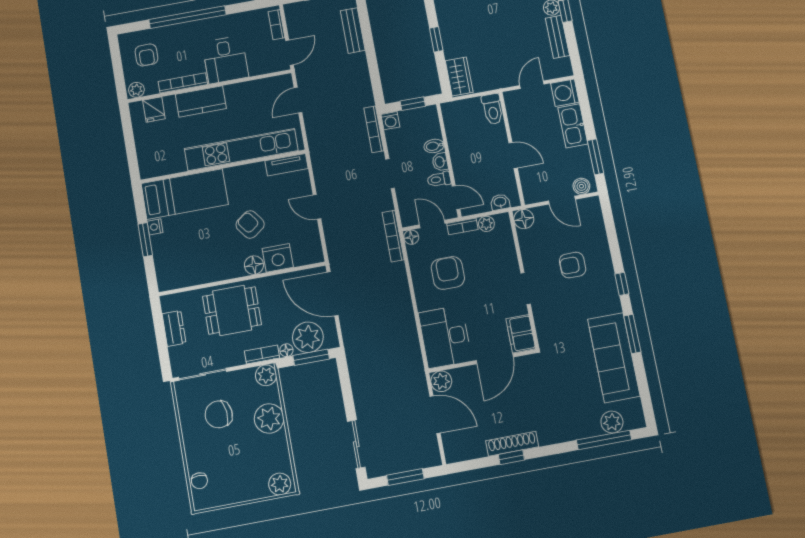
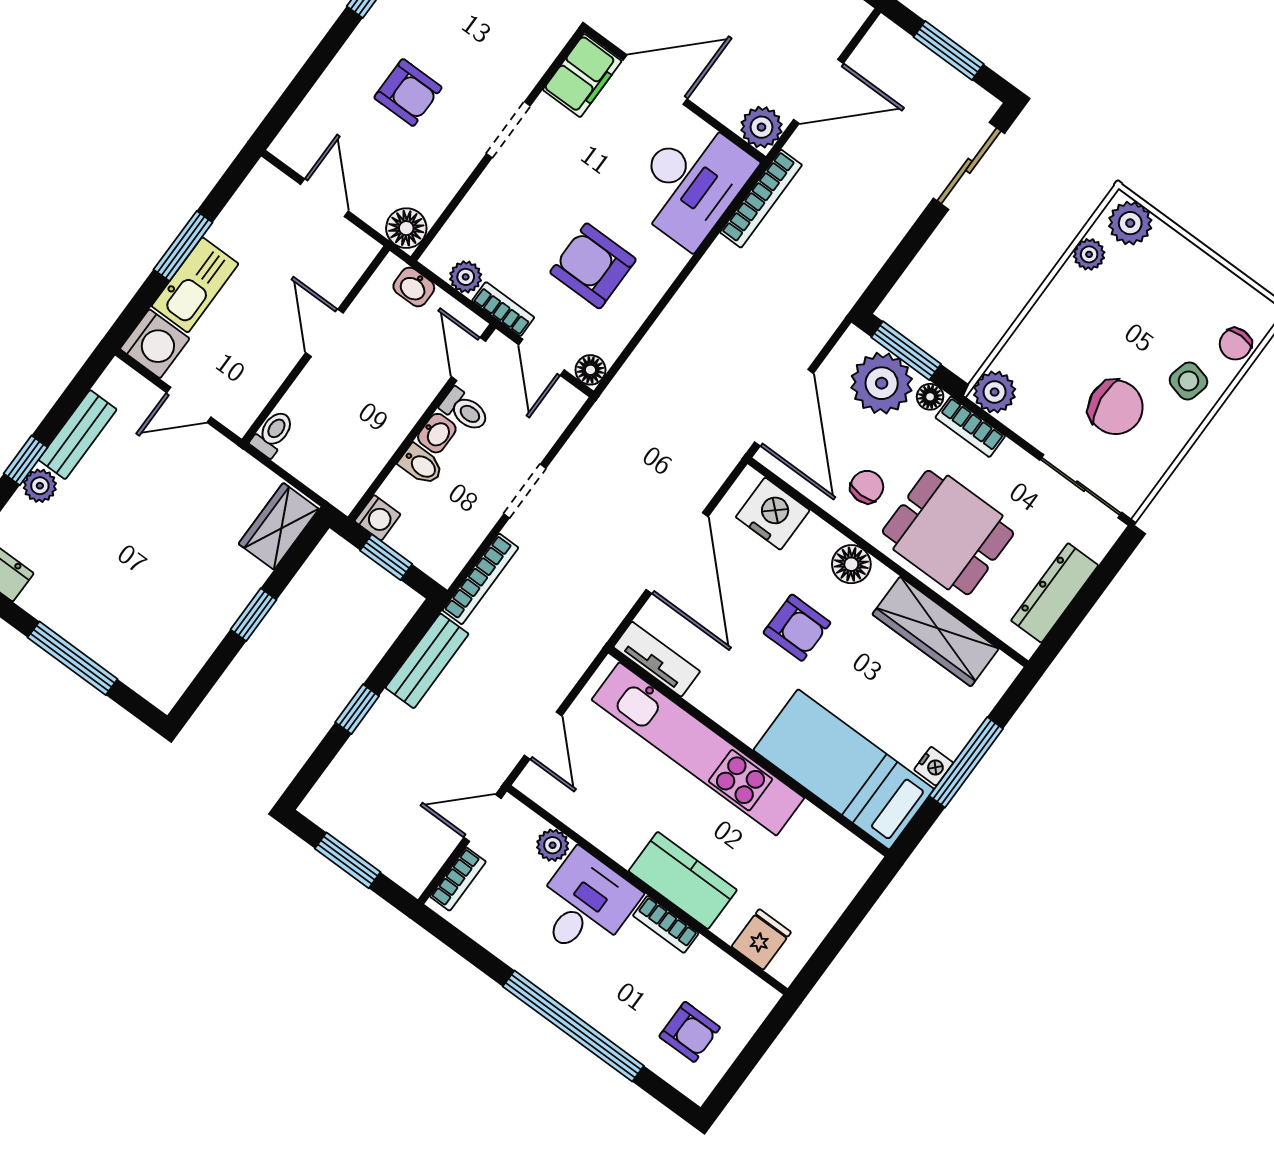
bench: (353, 31) -> (427, 661), moved
window: (369, 45) -> (357, 709), added
armchair: (146, 55) -> (690, 1032), turned 90
bookcase: (183, 83) -> (666, 924), width x0.64
plant: (136, 90) -> (553, 845), moved
door: (298, 100) -> (543, 735), hinge flipped
toilet: (492, 109) -> (273, 434), width x0.73, depth x0.72
washing machine: (390, 121) -> (378, 518), moved, turned 90
window: (595, 157) -> (183, 246), moved
boiler: (581, 186) -> (276, 188), removed
door: (317, 207) -> (677, 553), width x1.88
armchair: (250, 224) -> (797, 628), turned -54
bookcase: (393, 236) -> (761, 199), moved
window: (145, 240) -> (966, 762), width x1.44
nightstand: (278, 258) -> (773, 514), moved
wardrobe: (201, 273) -> (935, 632), added
armchair: (448, 273) -> (593, 266), turned 90
chair: (276, 297) -> (867, 487), added
dresser: (174, 328) -> (1055, 593), width x1.44
door: (435, 415) -> (818, 91), swing flipped
plant: (269, 418) -> (1089, 254), moved, width x0.53, depth x0.53
side table: (203, 450) -> (1188, 381), added
chair: (199, 481) -> (1235, 344), turned 180

